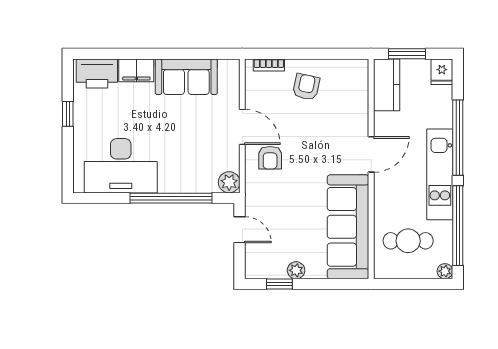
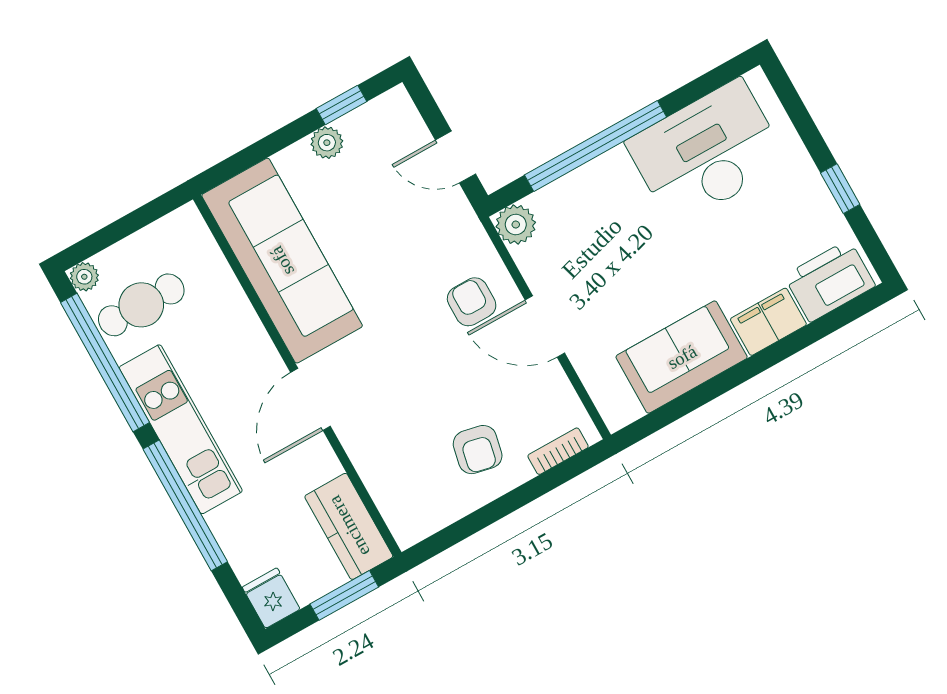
cafe table: (408, 241) -> (141, 305), moved

